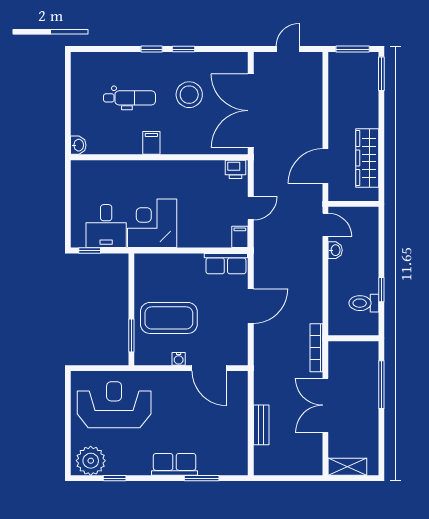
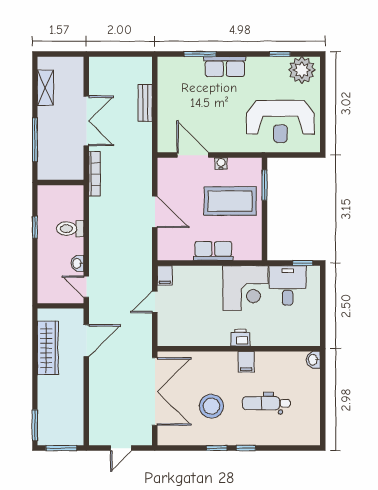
printer: (236, 169) -> (240, 338), moved
row of seats: (226, 264) -> (213, 251), moved
toilet: (364, 303) -> (70, 229), moved, turned 180
door: (251, 306) -> (155, 212), swing flipped
shelving: (347, 467) -> (45, 88), moved, turned 90

